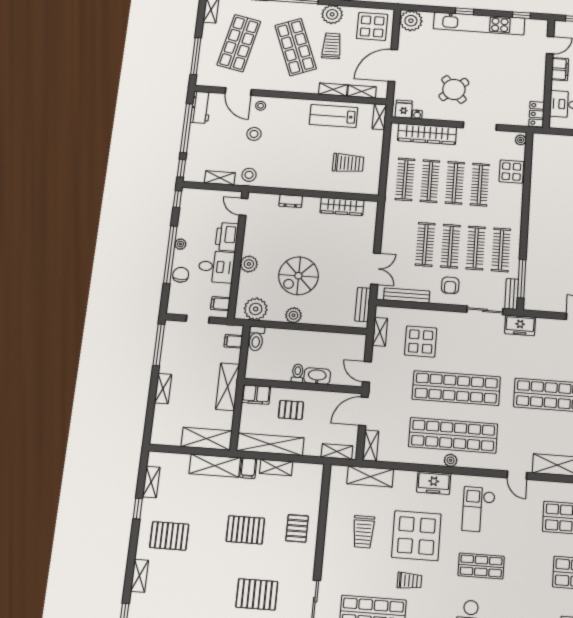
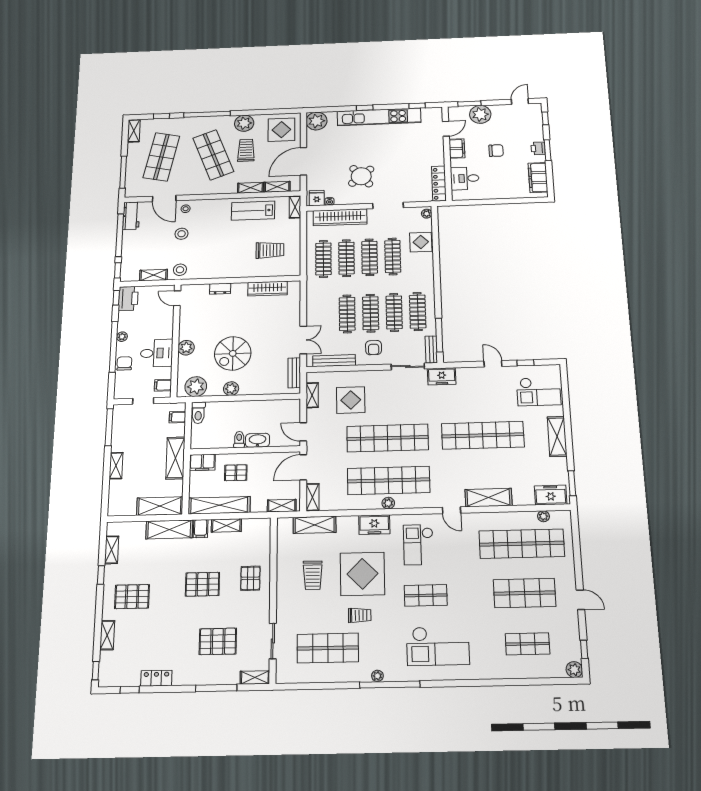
locker: (537, 114) -> (439, 184), width x1.53
printer: (227, 237) -> (128, 298), moved, turned 180

